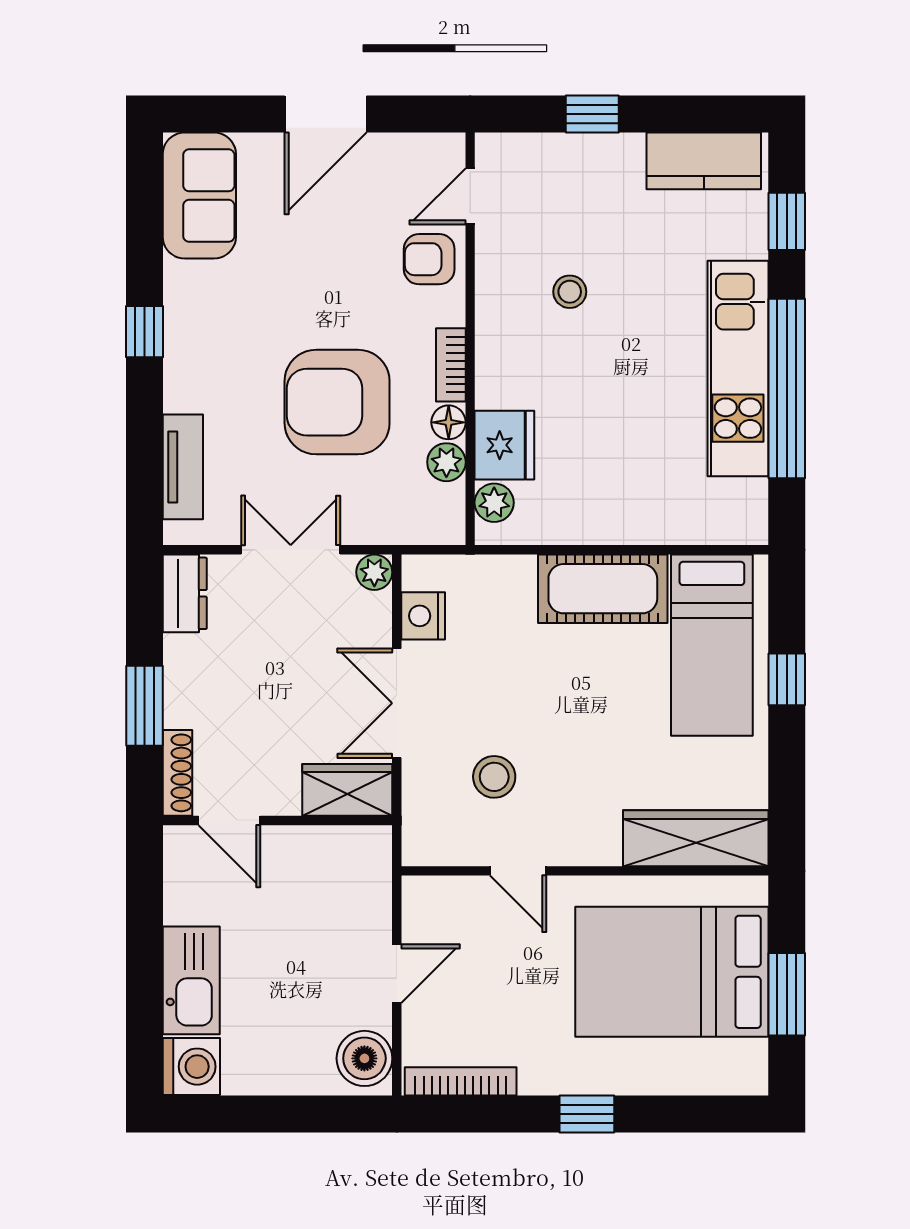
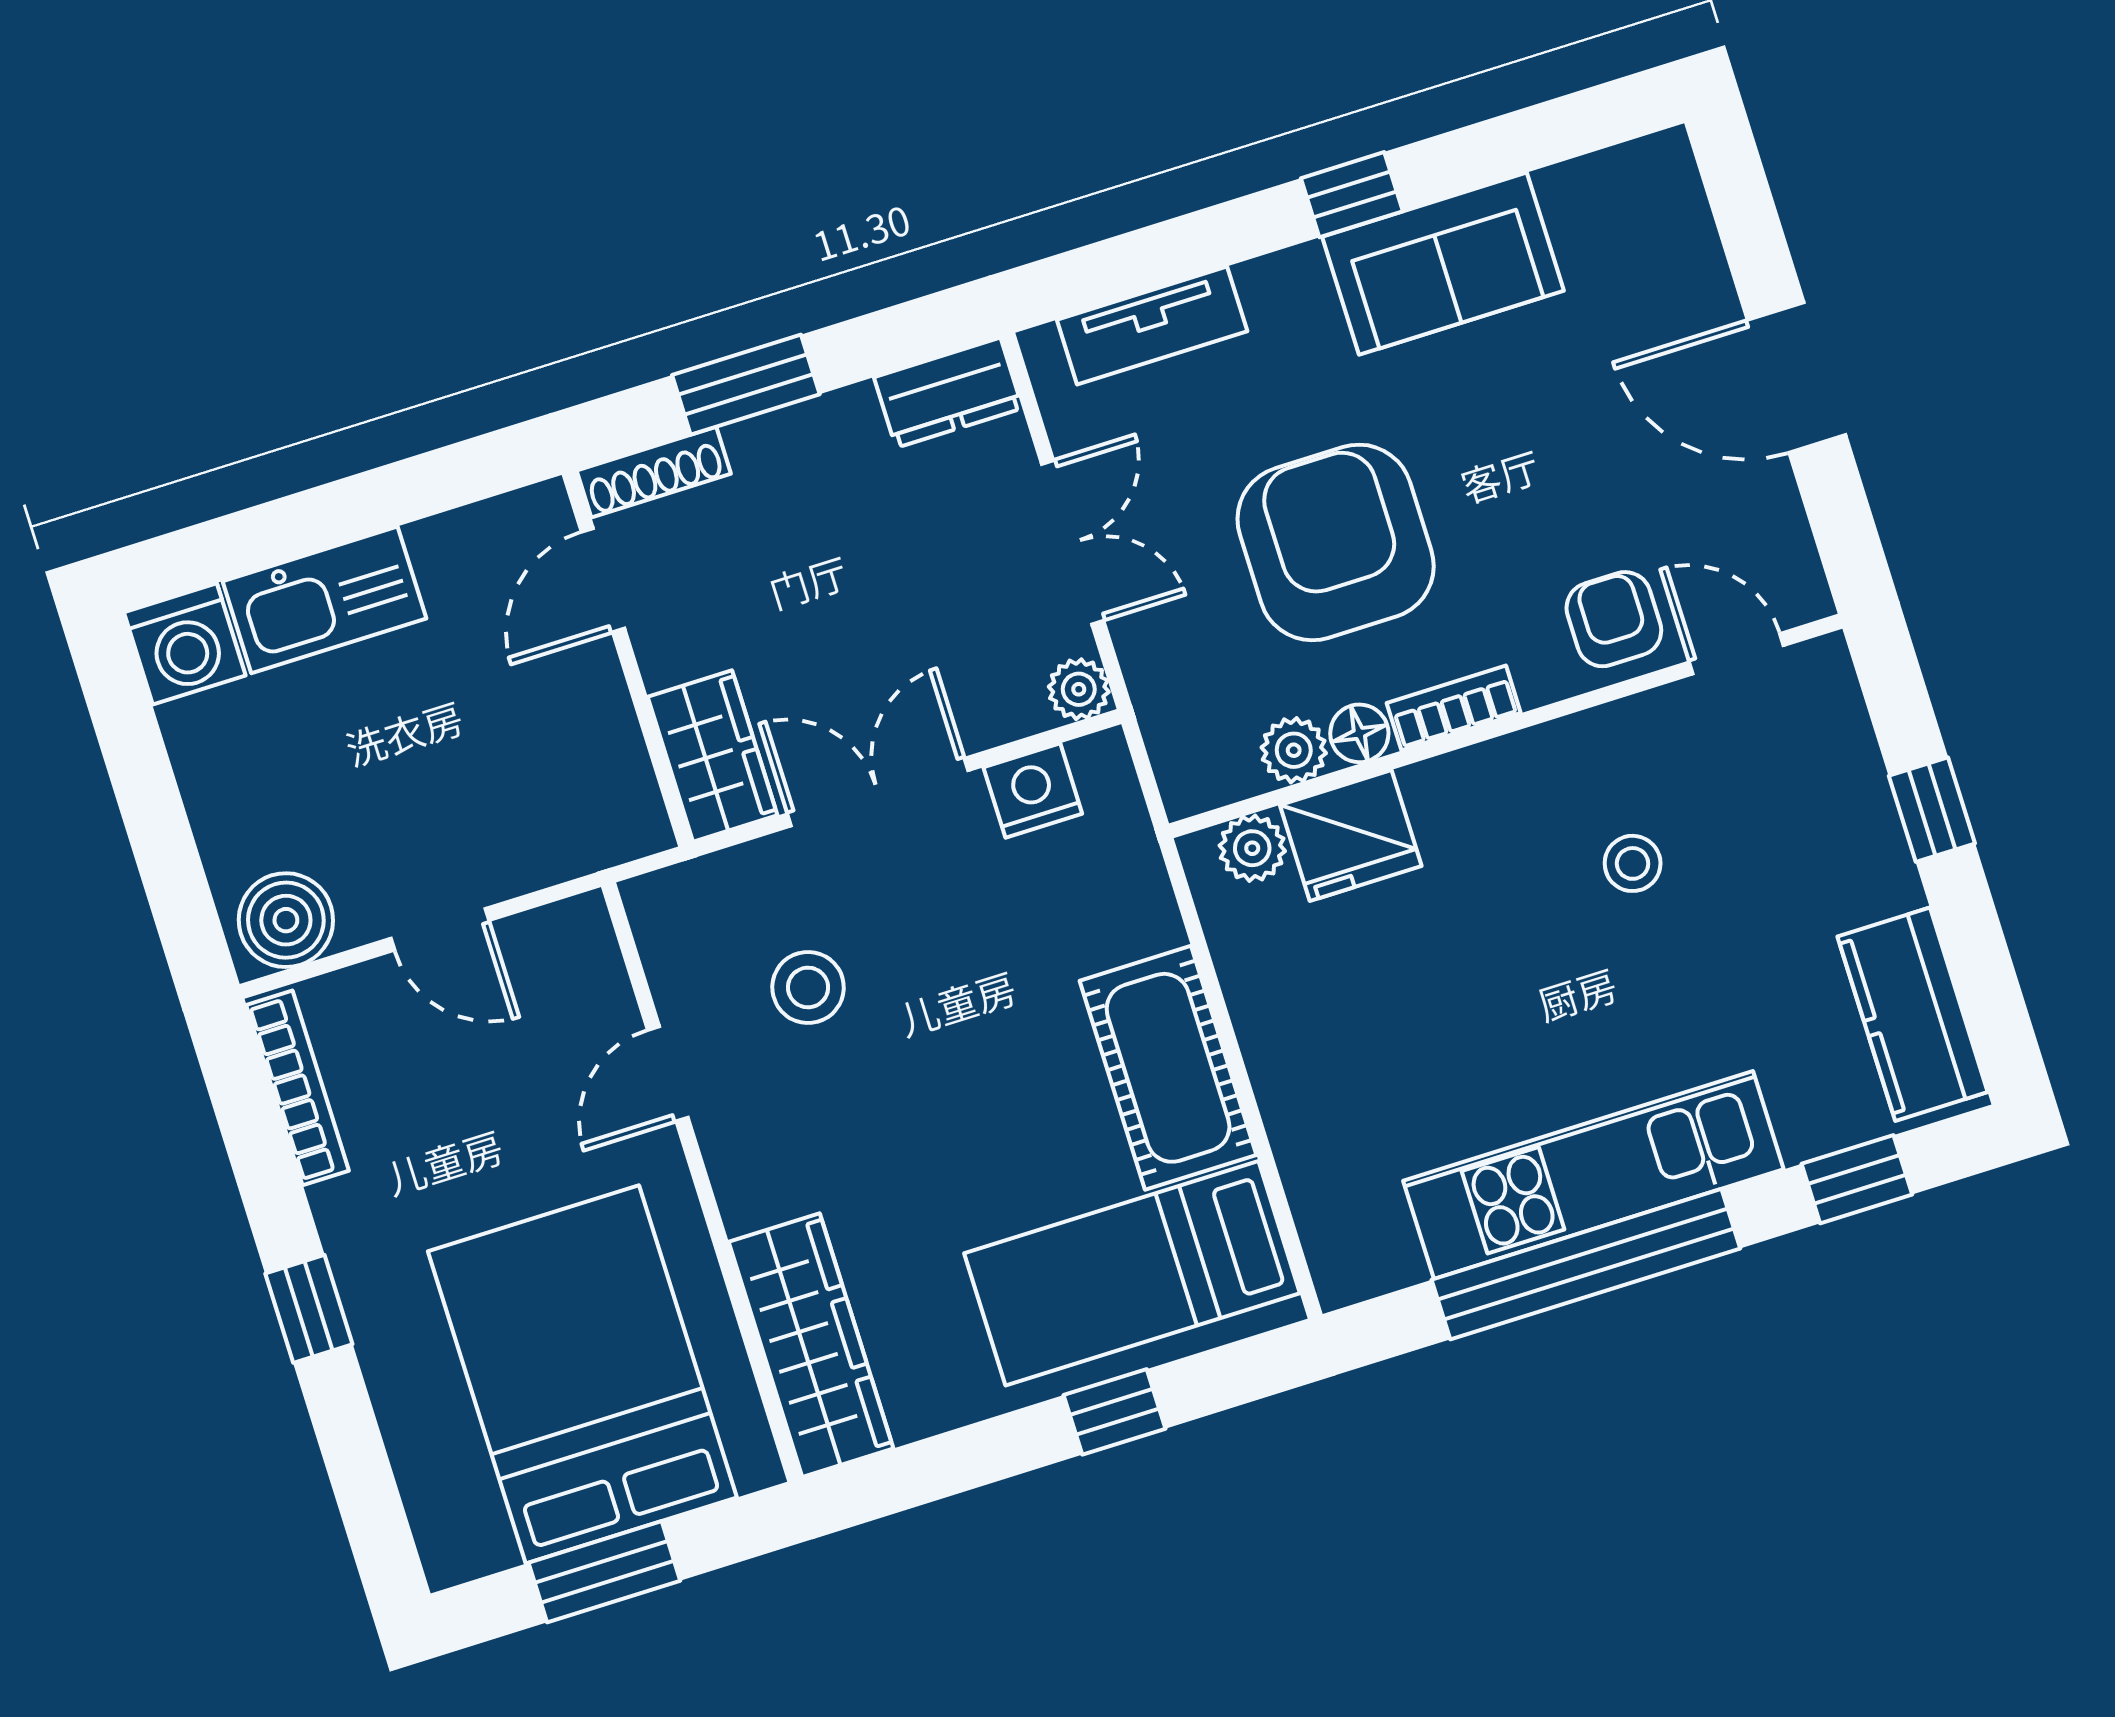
sofa: (199, 196) -> (1443, 264), moved

